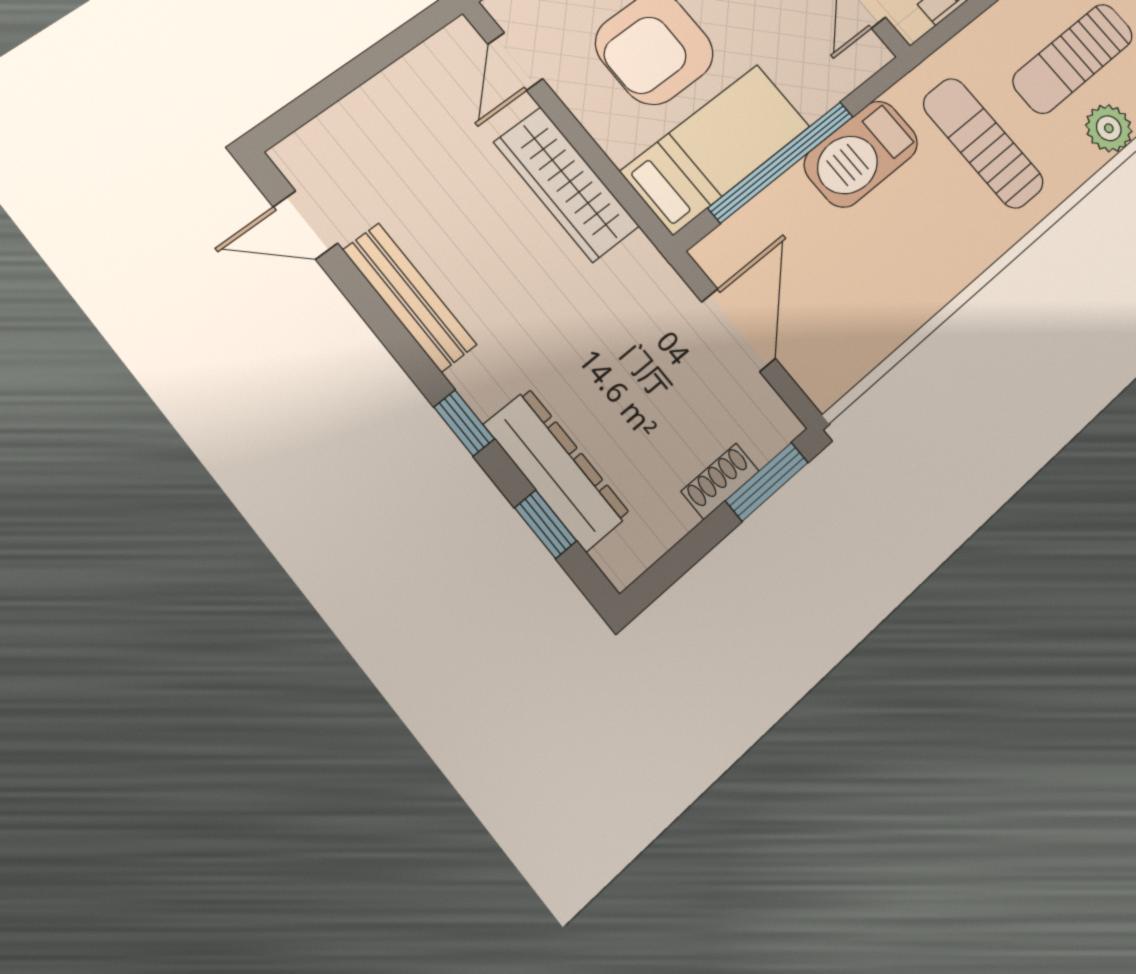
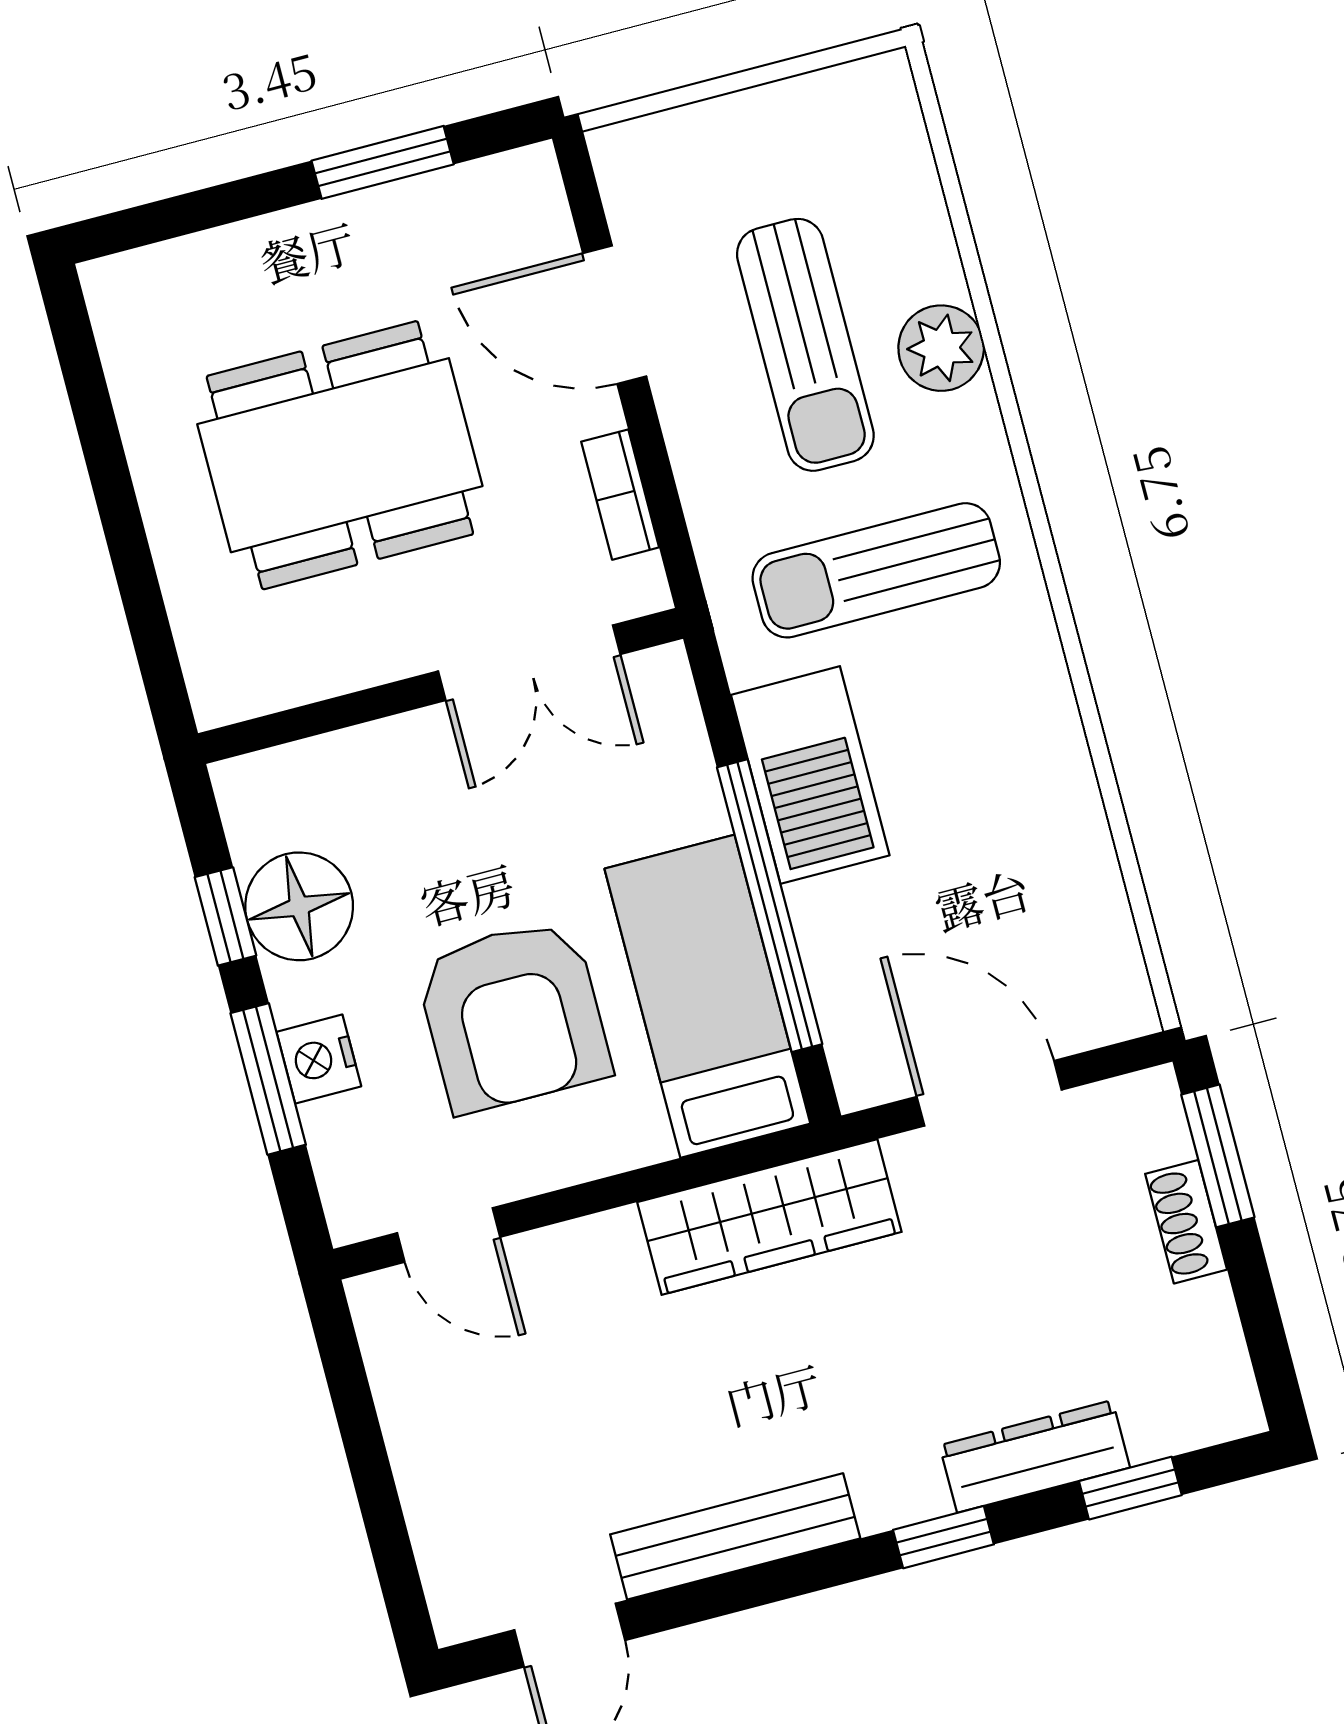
wardrobe: (566, 184) -> (769, 1217), moved
dresser: (557, 469) -> (1035, 1456), width x0.73, depth x0.80

